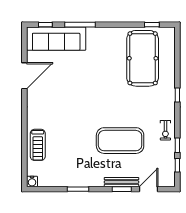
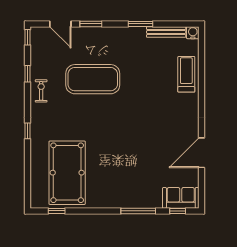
sofa: (56, 39) -> (181, 198), width x0.54, depth x0.79
window: (177, 165) -> (28, 37), moved
bench: (121, 182) -> (166, 32), moved
door: (149, 189) -> (60, 24), hinge flipped

